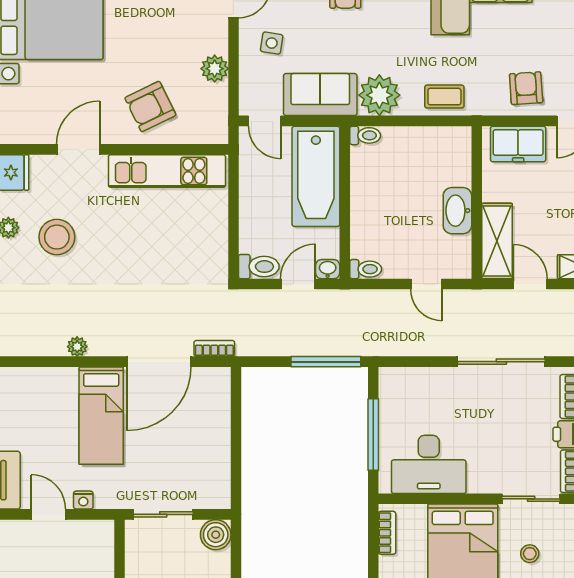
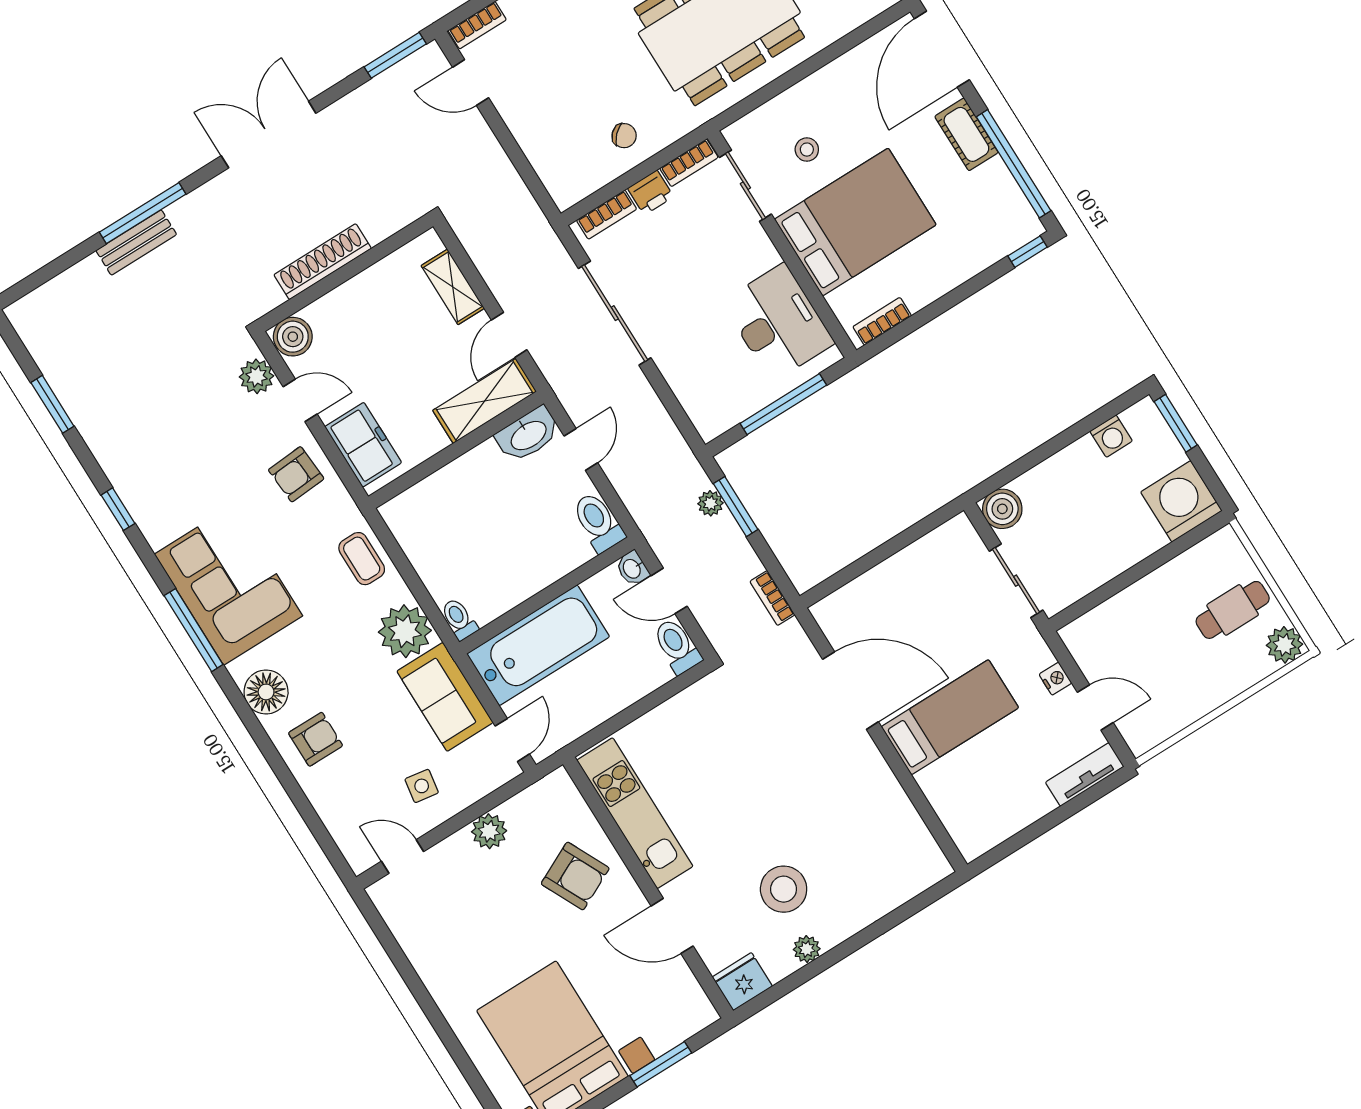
washbasin: (457, 211) -> (528, 435), moved
toilet: (366, 269) -> (598, 522), width x1.37, depth x1.39
plant: (77, 347) -> (710, 503), moved
bookcase: (214, 348) -> (772, 598), moved
window: (326, 362) -> (736, 507), width x0.69
door: (48, 514) -> (1095, 707), swing flipped

